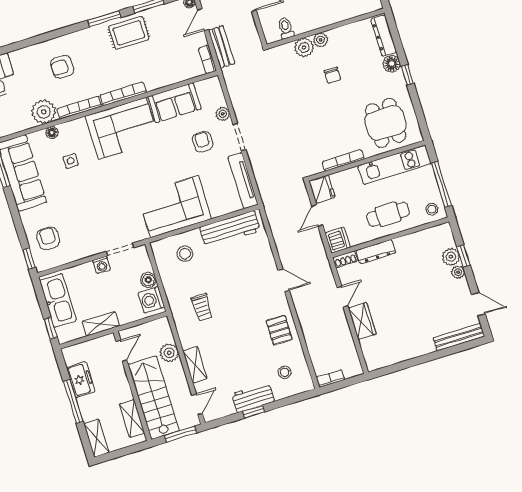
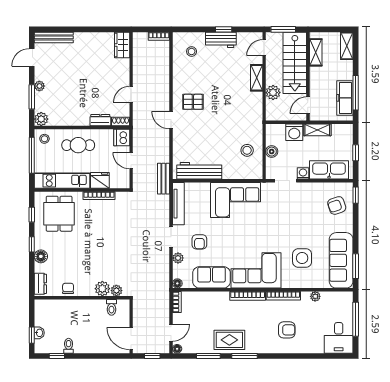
dresser: (384, 36) -> (40, 284), width x0.70
plant: (321, 40) -> (116, 291), moved
bench: (222, 47) -> (163, 179), moved
chair: (333, 75) -> (68, 288), moved
window: (419, 111) -> (32, 215), added
plant: (44, 112) -> (315, 296), width x0.53, depth x0.53
floor lamp: (52, 132) -> (177, 283), moved
side table: (71, 161) -> (302, 258), width x1.87, depth x1.87
fridge: (322, 189) -> (100, 180), moved, turned 90
door: (317, 215) -> (131, 161), swing flipped
armchair: (48, 238) -> (337, 205), turned 71
dresser: (376, 252) -> (100, 120), width x0.70
stool: (185, 254) -> (247, 150), moved
window: (463, 256) -> (32, 97), width x1.50
plant: (451, 257) -> (41, 119), moved
washing machine: (151, 300) -> (294, 132), moved, turned 90
kitchen sink: (58, 301) -> (329, 170), moved, turned 90
door: (478, 304) -> (32, 58), hinge flipped
trolley: (202, 307) -> (238, 119), removed
wardrobe: (362, 321) -> (122, 45), moved
window: (51, 328) -> (356, 153), moved
pallet: (279, 330) -> (193, 102), moved, turned 90
freezer: (81, 380) -> (345, 98), width x1.40
window: (73, 401) -> (356, 93), moved

